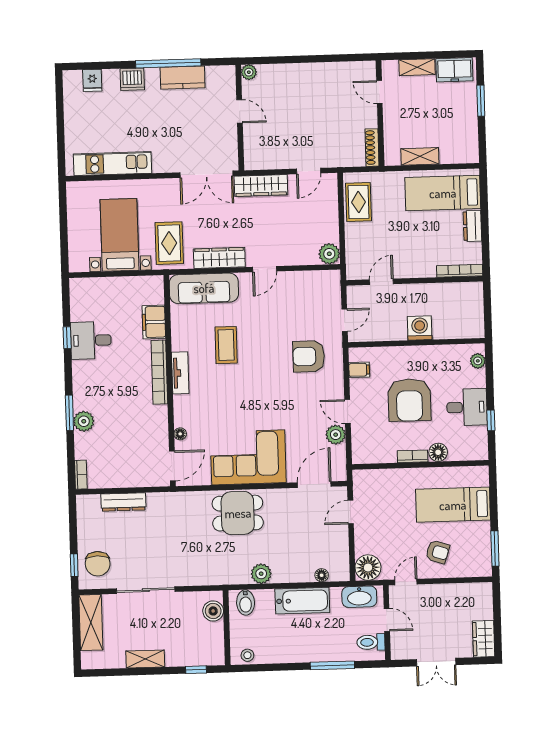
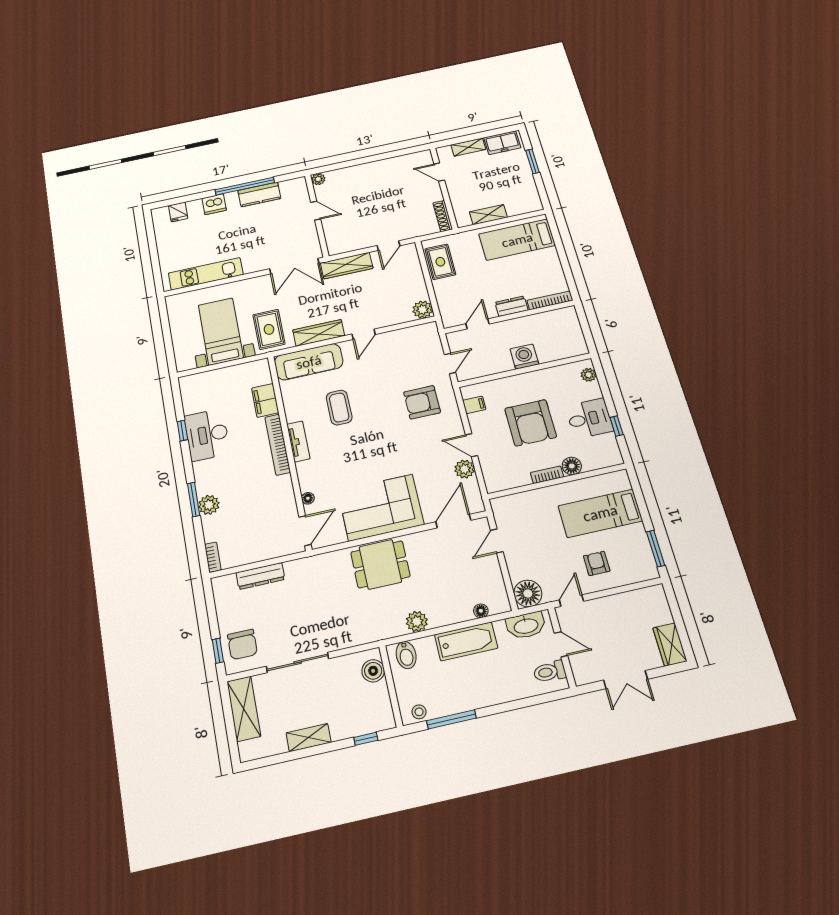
dresser: (472, 226) -> (511, 306), moved, turned 90
desk: (91, 340) -> (207, 435), width x1.37
armchair: (438, 552) -> (597, 563), turned -108
window: (332, 665) -> (451, 719), moved

